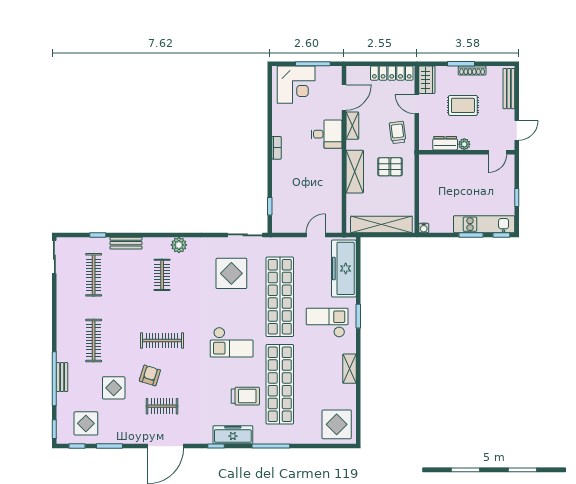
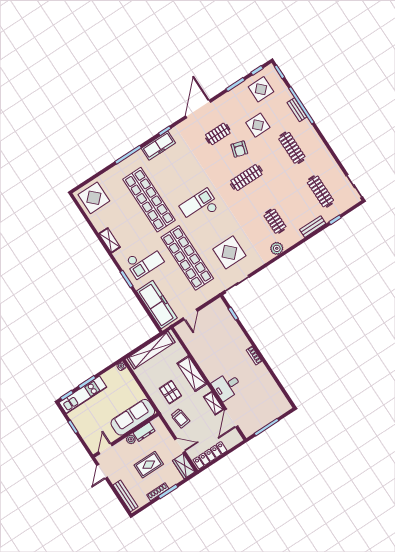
corner desk: (296, 85) -> (269, 406), removed
sofa: (447, 166) -> (133, 417), added
pallet: (390, 167) -> (170, 392), turned 90
trolley: (245, 396) -> (167, 177), removed

